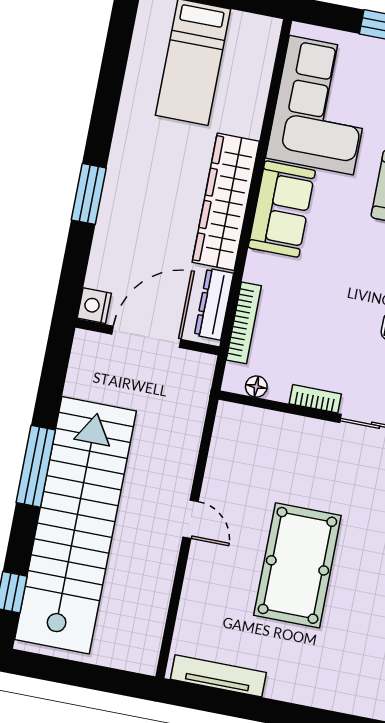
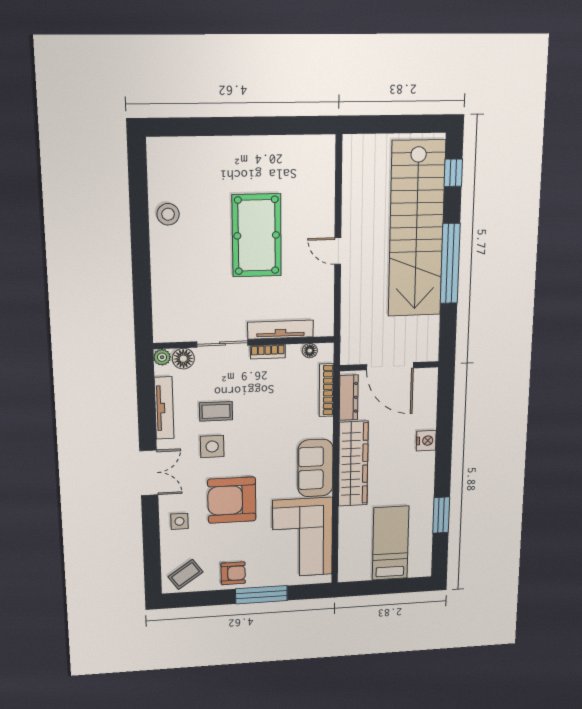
window: (89, 194) -> (441, 515), moved
nightstand: (94, 306) -> (426, 441), moved
door: (146, 337) -> (390, 366), hinge flipped
window: (36, 466) -> (450, 264), width x1.46
tv unit: (218, 676) -> (280, 330), moved, turned 180

